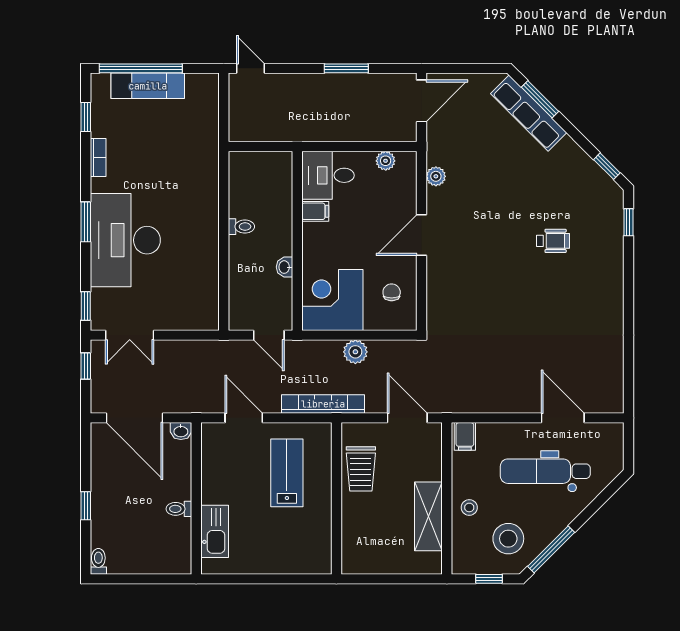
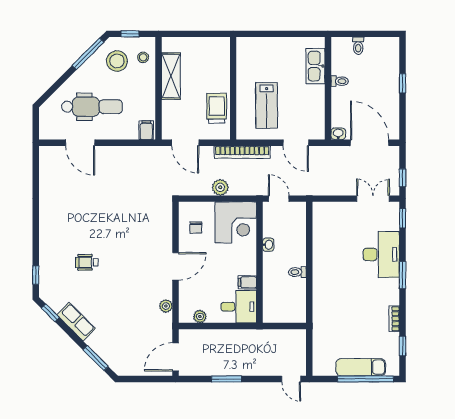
row of seats: (529, 113) -> (76, 322), moved, width x0.68
desk: (125, 240) -> (381, 254), width x0.73, depth x0.77
stool: (469, 507) -> (143, 57), moved
toilet: (98, 561) -> (358, 46), moved

